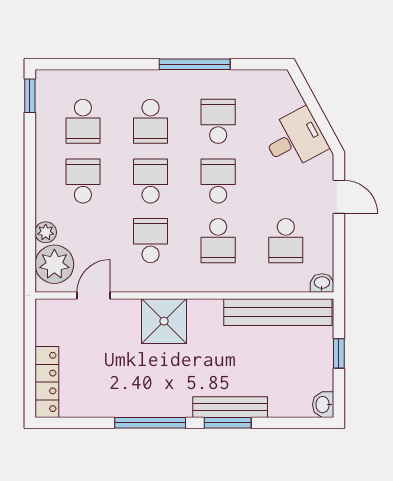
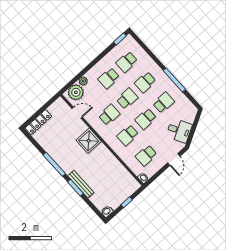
school desk: (83, 181) -> (109, 78), turned 180
school desk: (218, 181) -> (146, 119), turned 180
bench: (278, 312) -> (122, 173), removed

